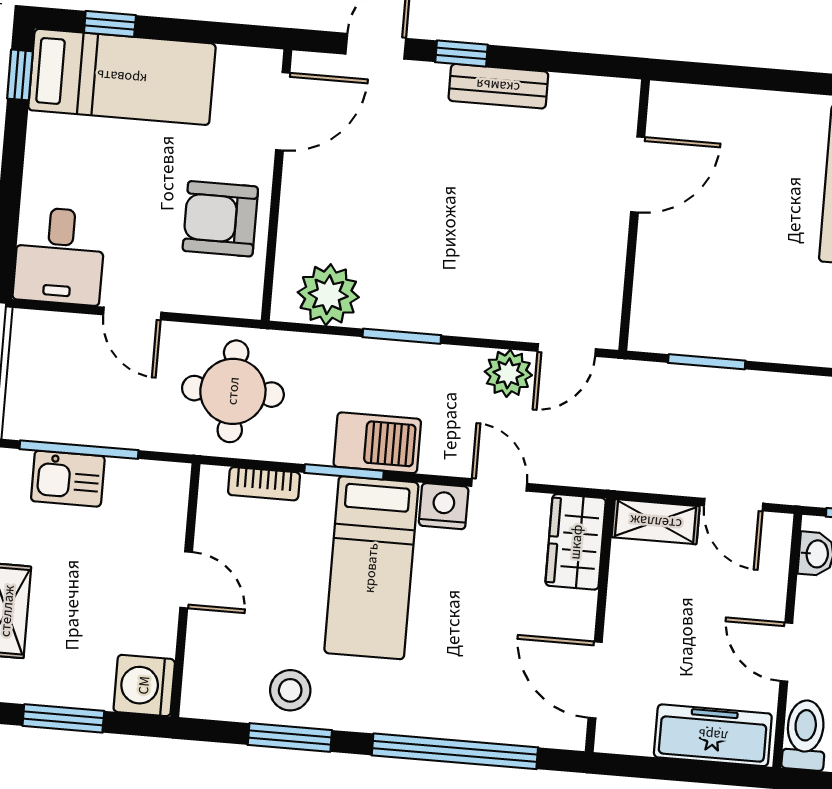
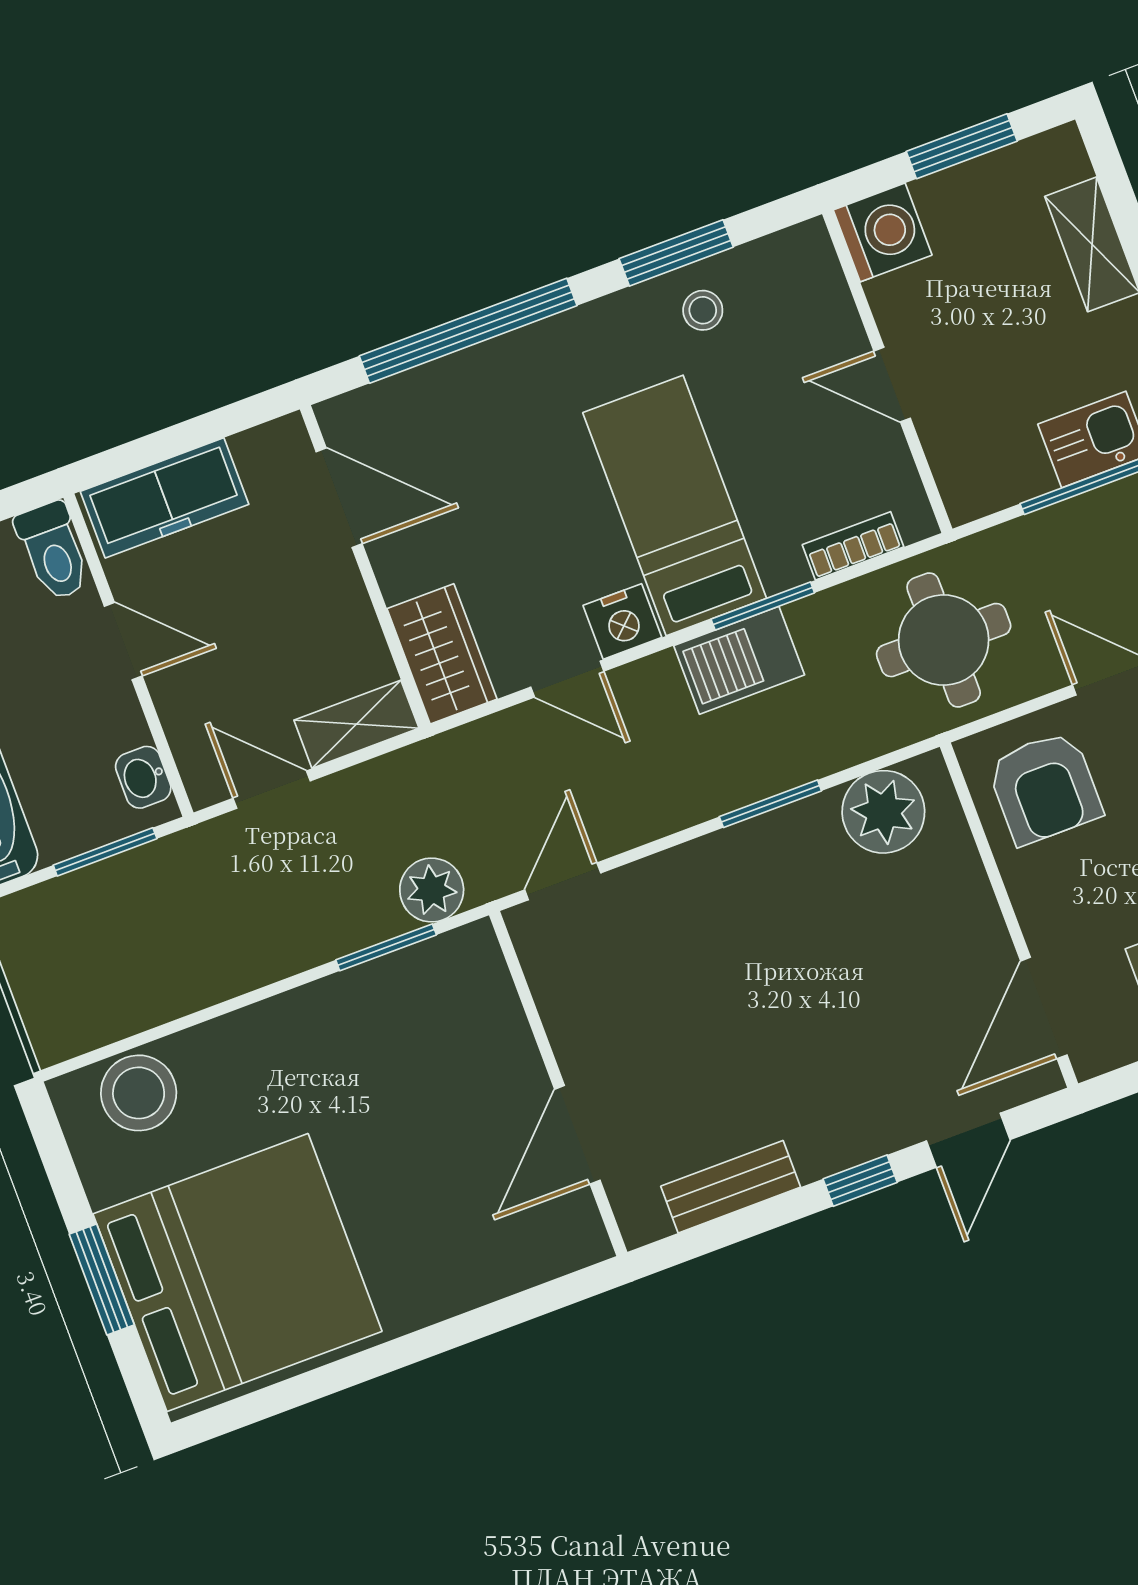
bench: (498, 86) -> (731, 1187), moved
armchair: (220, 219) -> (1045, 788), moved, turned 90
plant: (508, 373) -> (432, 890), moved
stool: (290, 690) -> (703, 310), width x0.73, depth x0.73

